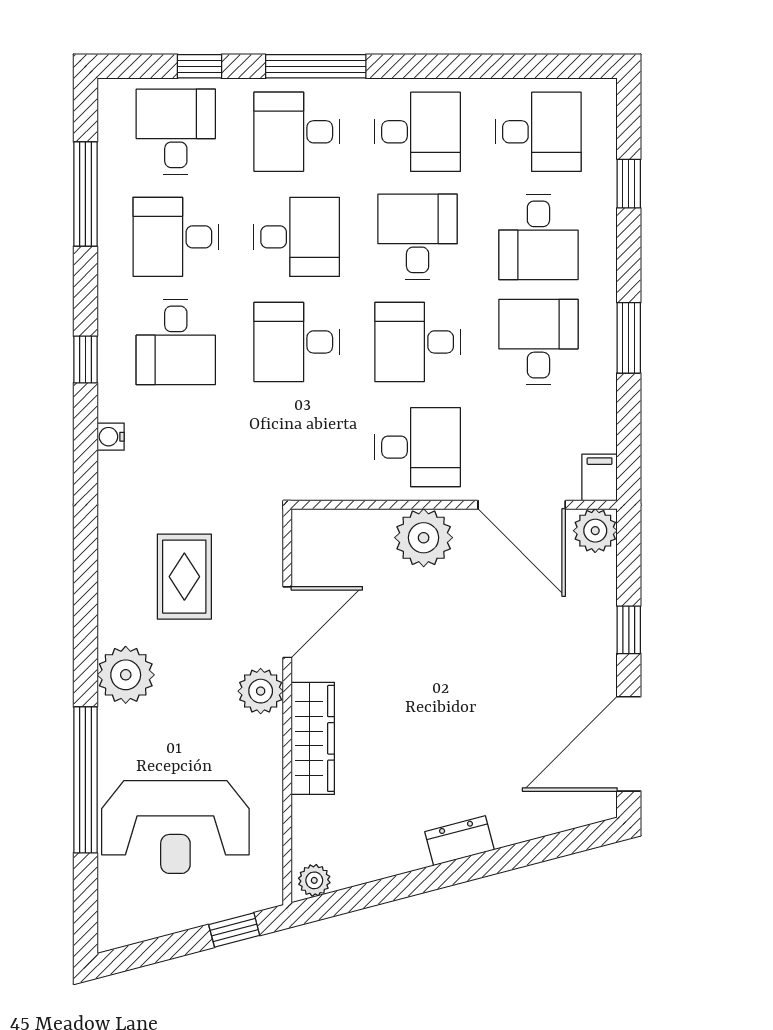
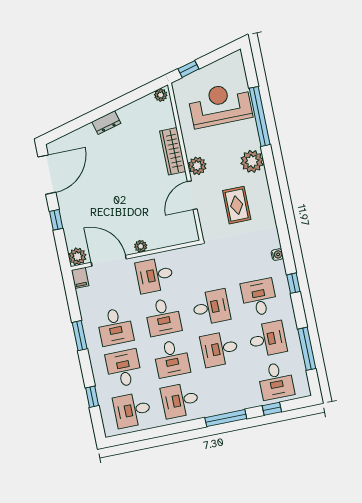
desk: (297, 132) -> (228, 391), removed
desk: (418, 342) -> (163, 317), turned 90
plant: (424, 538) -> (141, 246), width x0.53, depth x0.53

